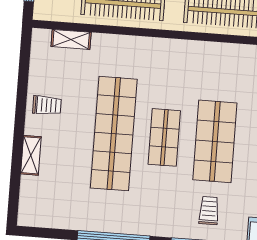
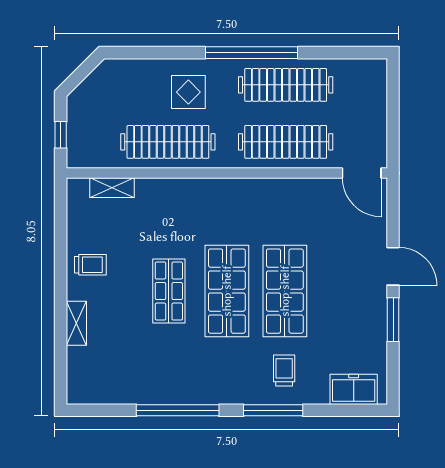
shop shelf: (114, 134) -> (169, 291), width x0.50, depth x0.74
shop shelf: (164, 137) -> (227, 291), width x1.43, depth x1.36

